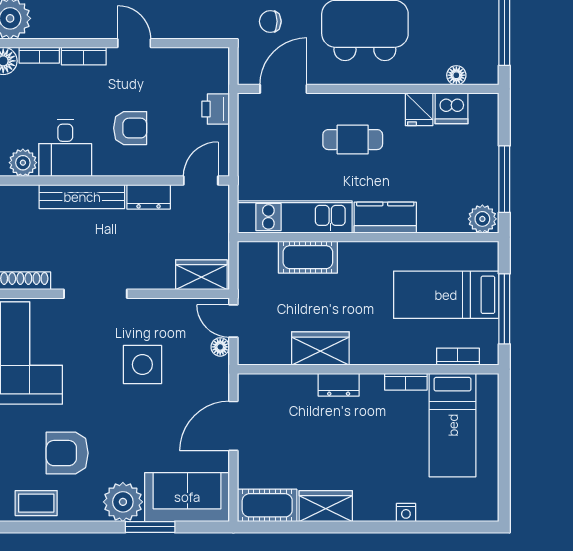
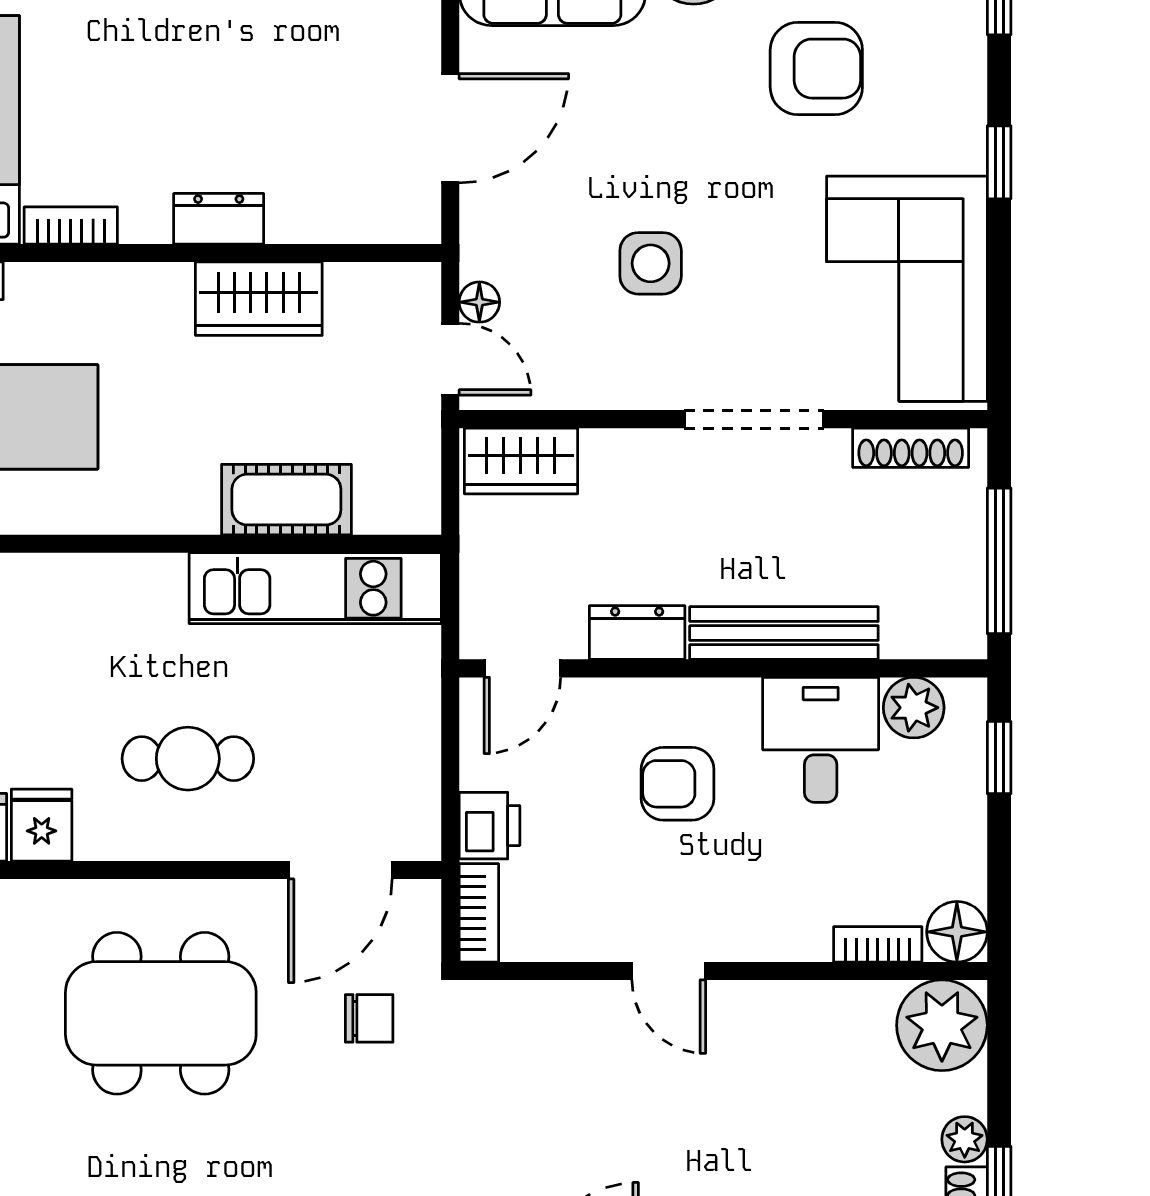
bookcase: (84, 56) -> (479, 913), moved, turned 90
kitchen counter: (385, 218) -> (116, 587), removed
side table: (142, 365) -> (651, 263), width x0.73, depth x0.73

